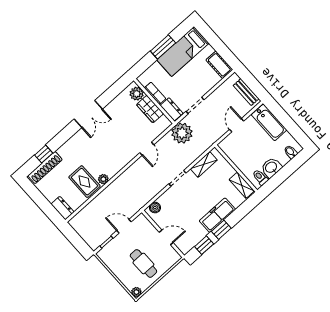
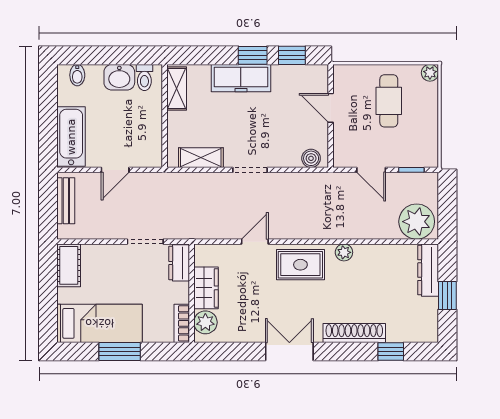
bookcase: (155, 93) -> (182, 323), moved
plant: (182, 133) -> (417, 222), moved
shoe rack: (45, 168) -> (354, 333), moved
rug: (84, 182) -> (300, 265), moved, turned 90
window: (41, 201) -> (447, 296), added
dresser: (63, 208) -> (428, 270), width x1.44

